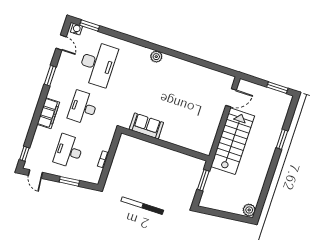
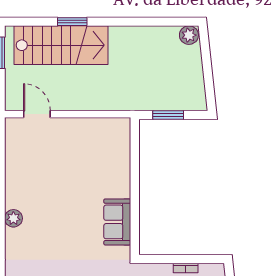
plant: (156, 57) -> (13, 218), moved
stairs: (233, 141) -> (61, 45), moved, turned 180

